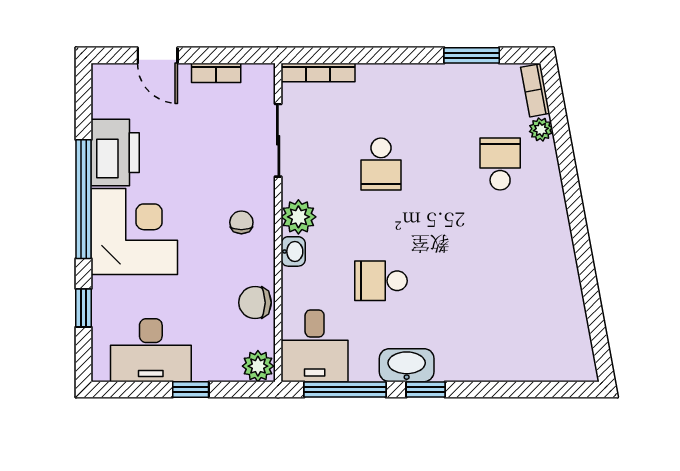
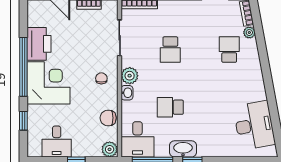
desk: (551, 317) -> (254, 125), added
desk: (151, 350) -> (57, 142), width x0.73

